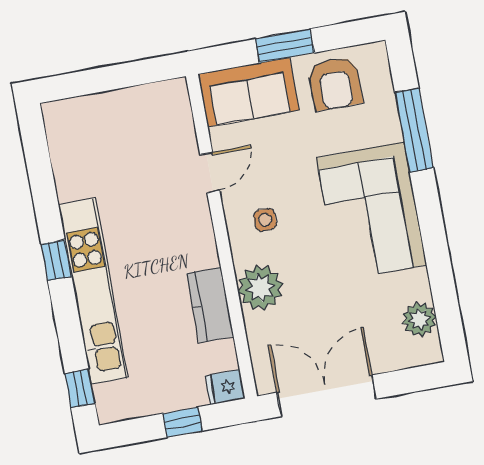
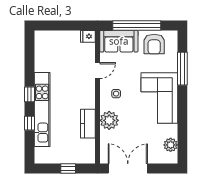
window: (285, 46) -> (137, 25), width x2.11
fridge: (225, 387) -> (88, 36), moved
window: (80, 388) -> (30, 123), moved

